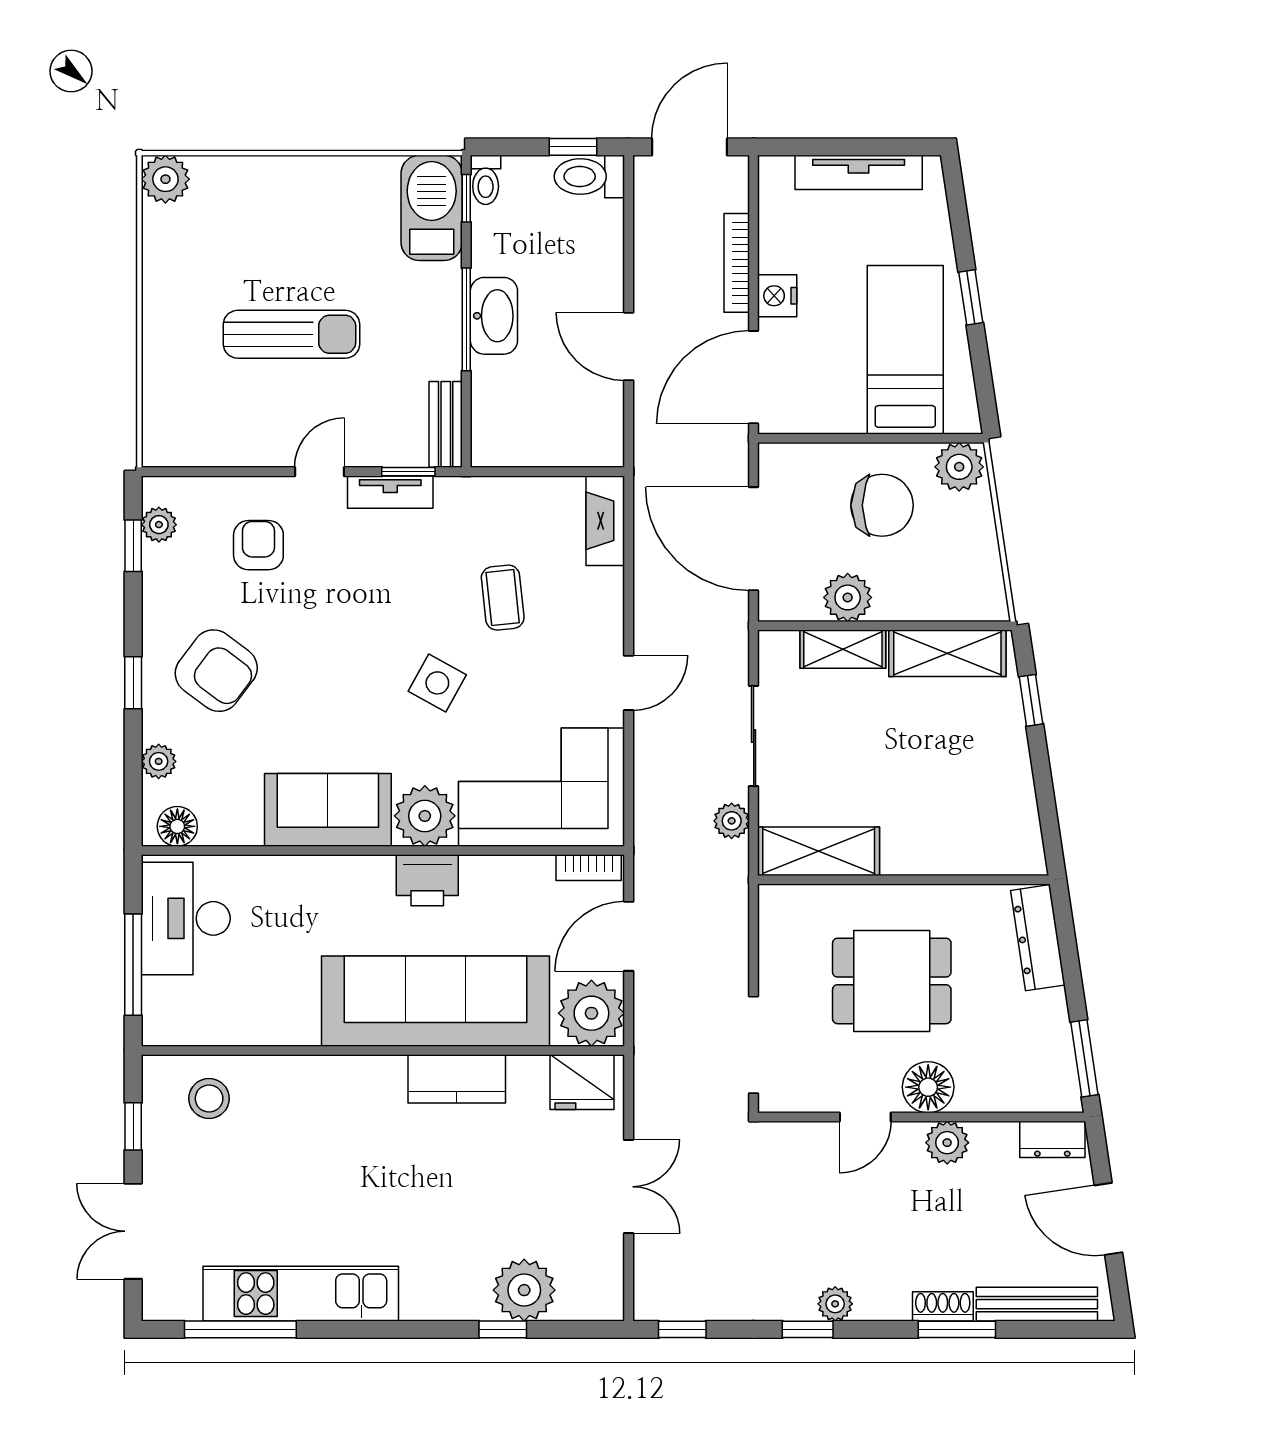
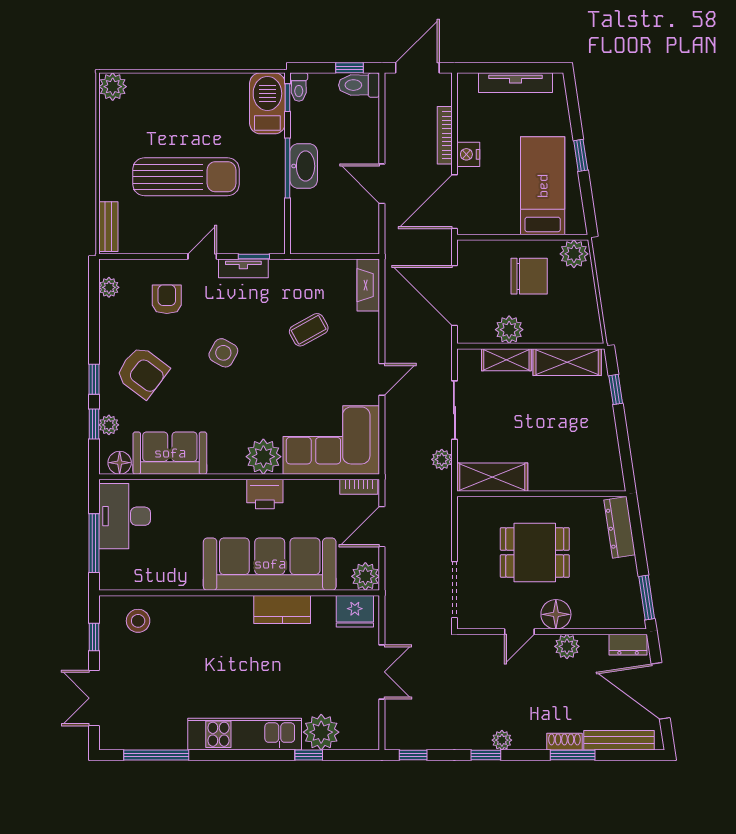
sun lounger: (292, 334) -> (186, 177), width x1.36, depth x1.34
bench: (446, 424) -> (108, 227), moved
window: (133, 546) -> (94, 424), moved
coffee table: (503, 598) -> (309, 330), turned 67
side table: (437, 683) -> (223, 353), moved
sofa: (328, 810) -> (170, 453), moved
plant: (591, 1013) -> (365, 576), width x0.73, depth x0.73
door: (1108, 1219) -> (661, 691), width x1.36
kitchen unit: (301, 1294) -> (245, 734), moved

